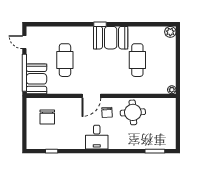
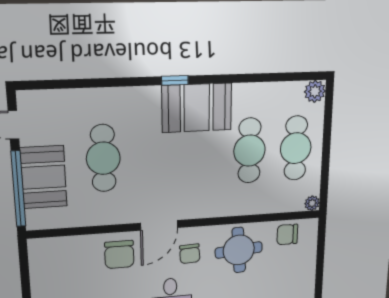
cafe table: (162, 60) -> (296, 148), added
booth: (37, 79) -> (44, 177), moved
chair: (159, 106) -> (287, 234), added
chair: (47, 117) -> (119, 255), moved

